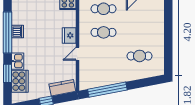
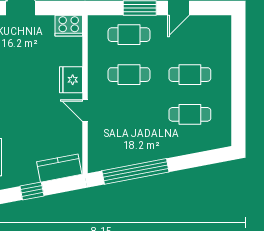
cafe table: (140, 32) -> (190, 75), added
door: (77, 54) -> (85, 111), hinge flipped

